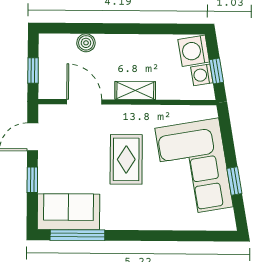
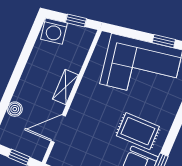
washing machine: (202, 75) -> (74, 33), removed
rug: (126, 159) -> (138, 131), moved

